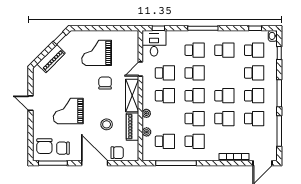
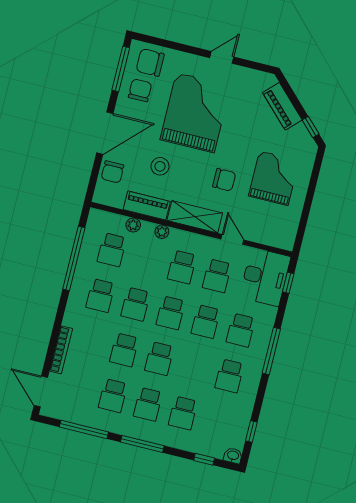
desk: (154, 43) -> (265, 277), width x1.37
school desk: (254, 50) -> (218, 422), removed
grand piano: (68, 111) -> (195, 113), width x1.37, depth x1.48

